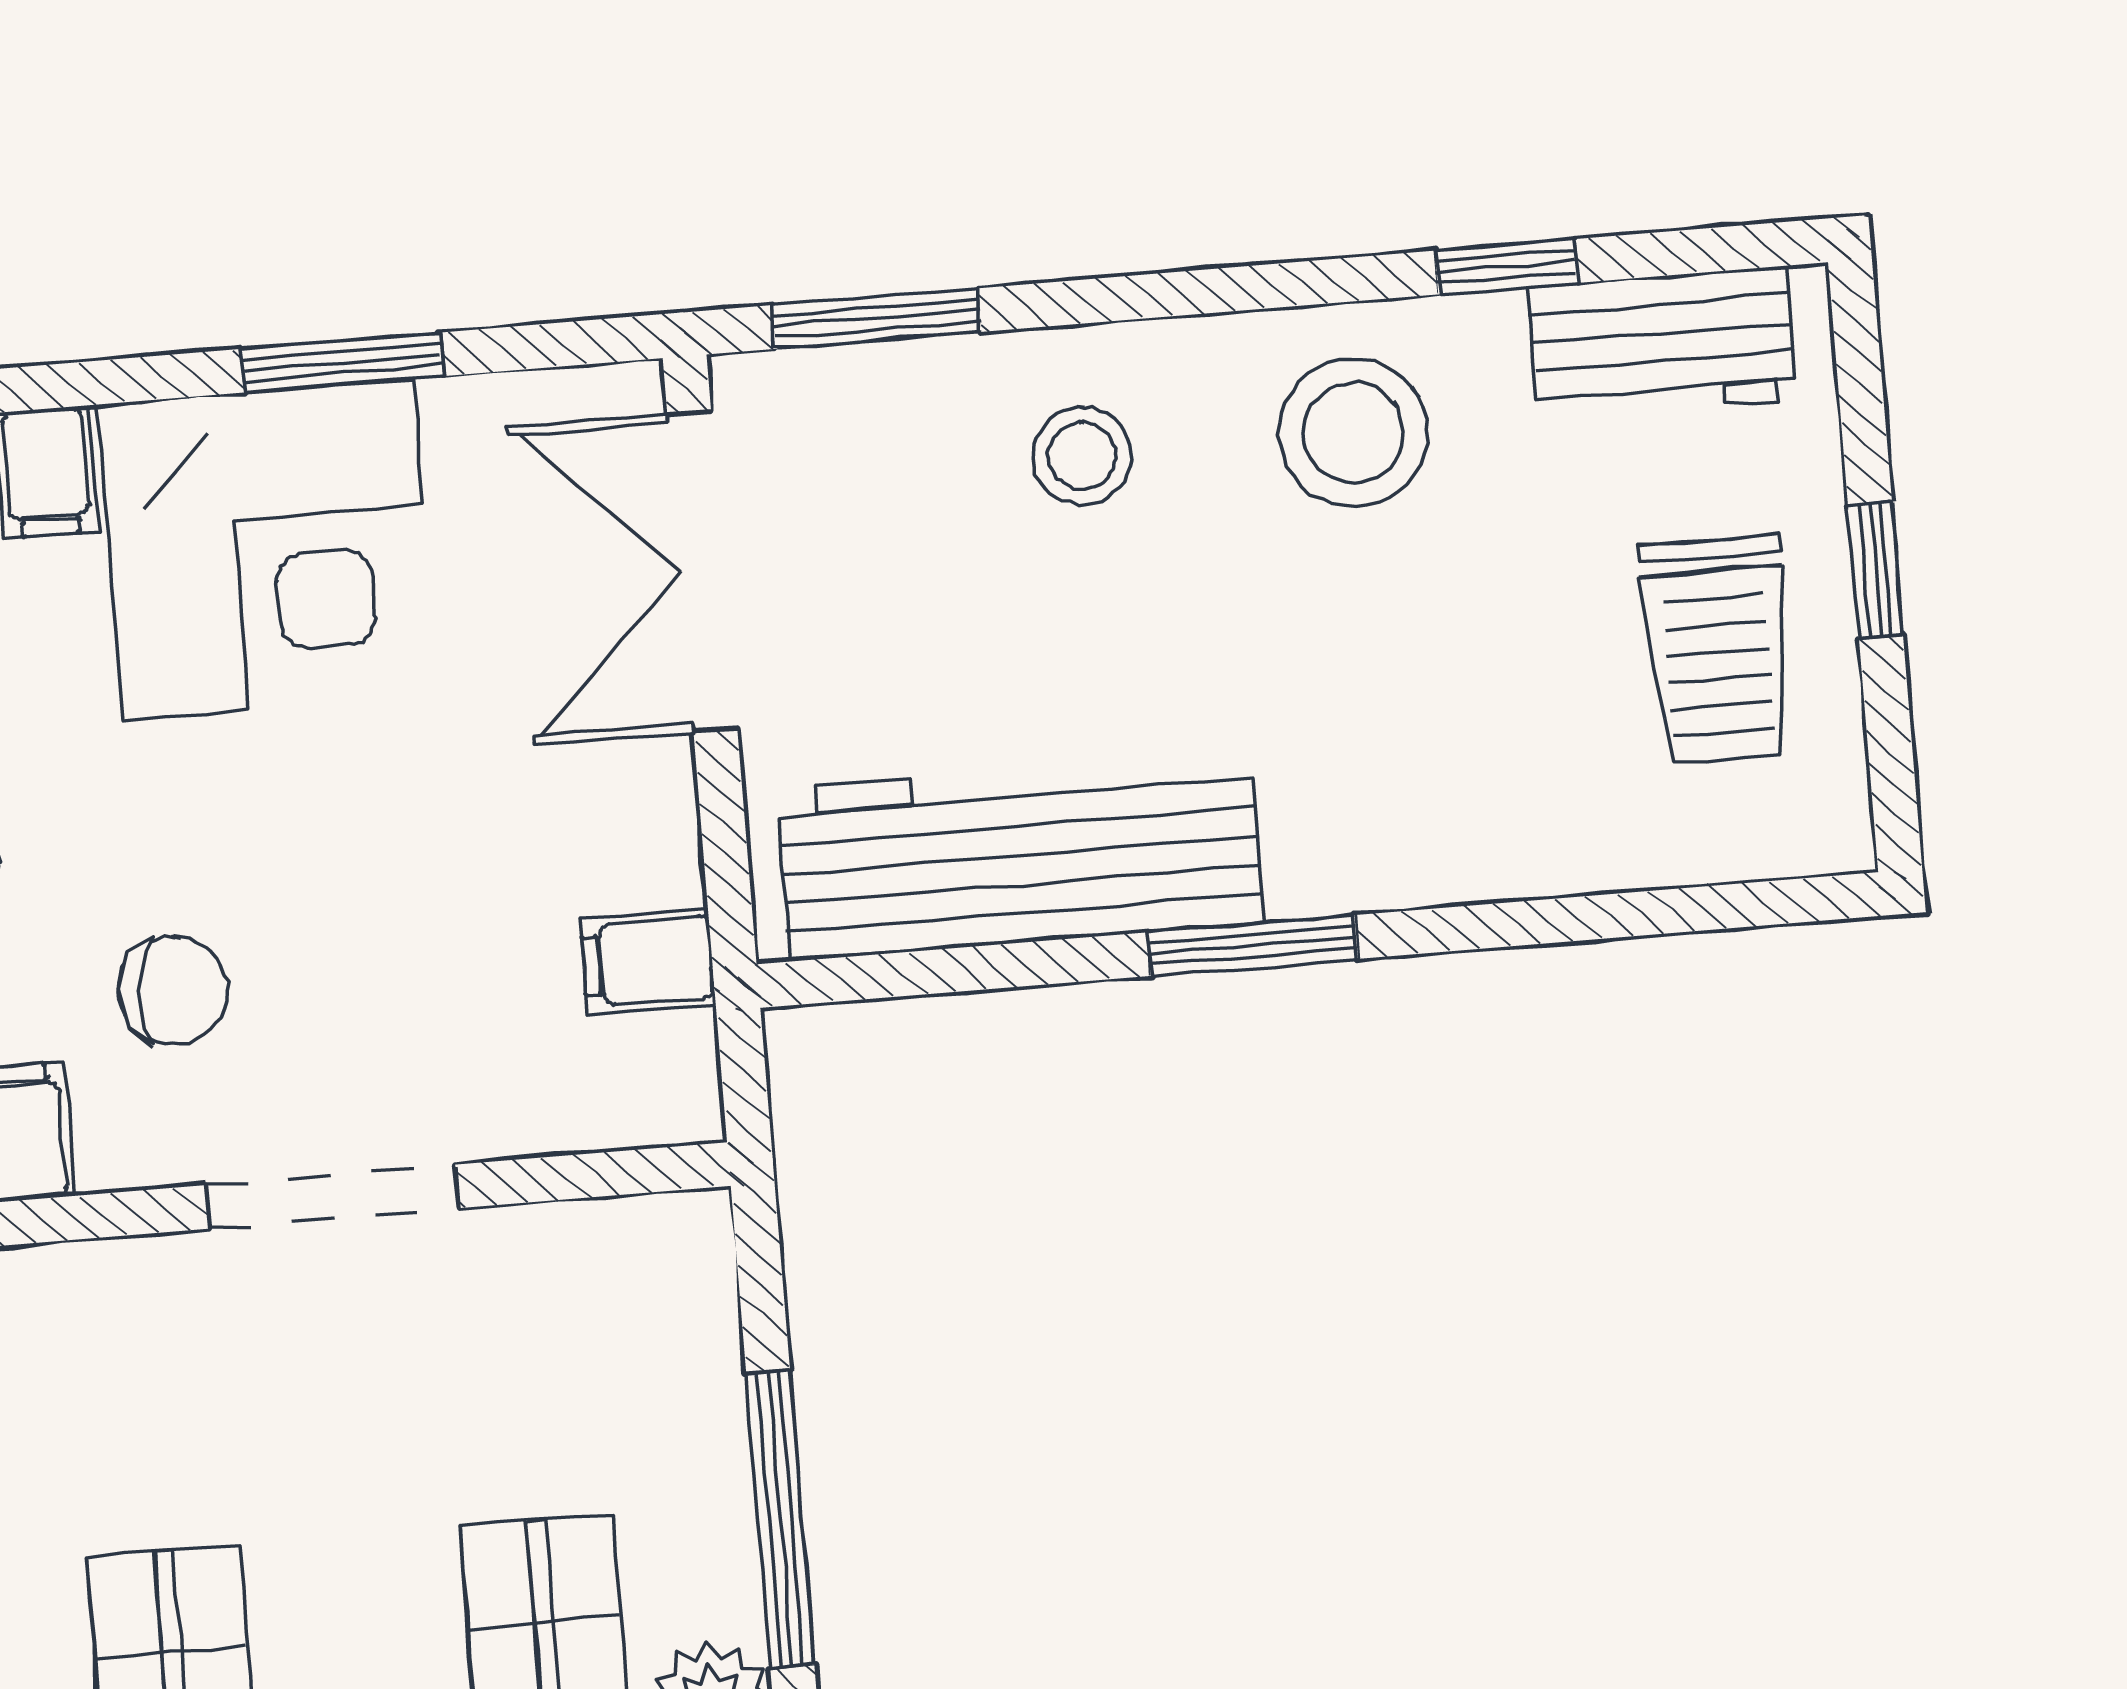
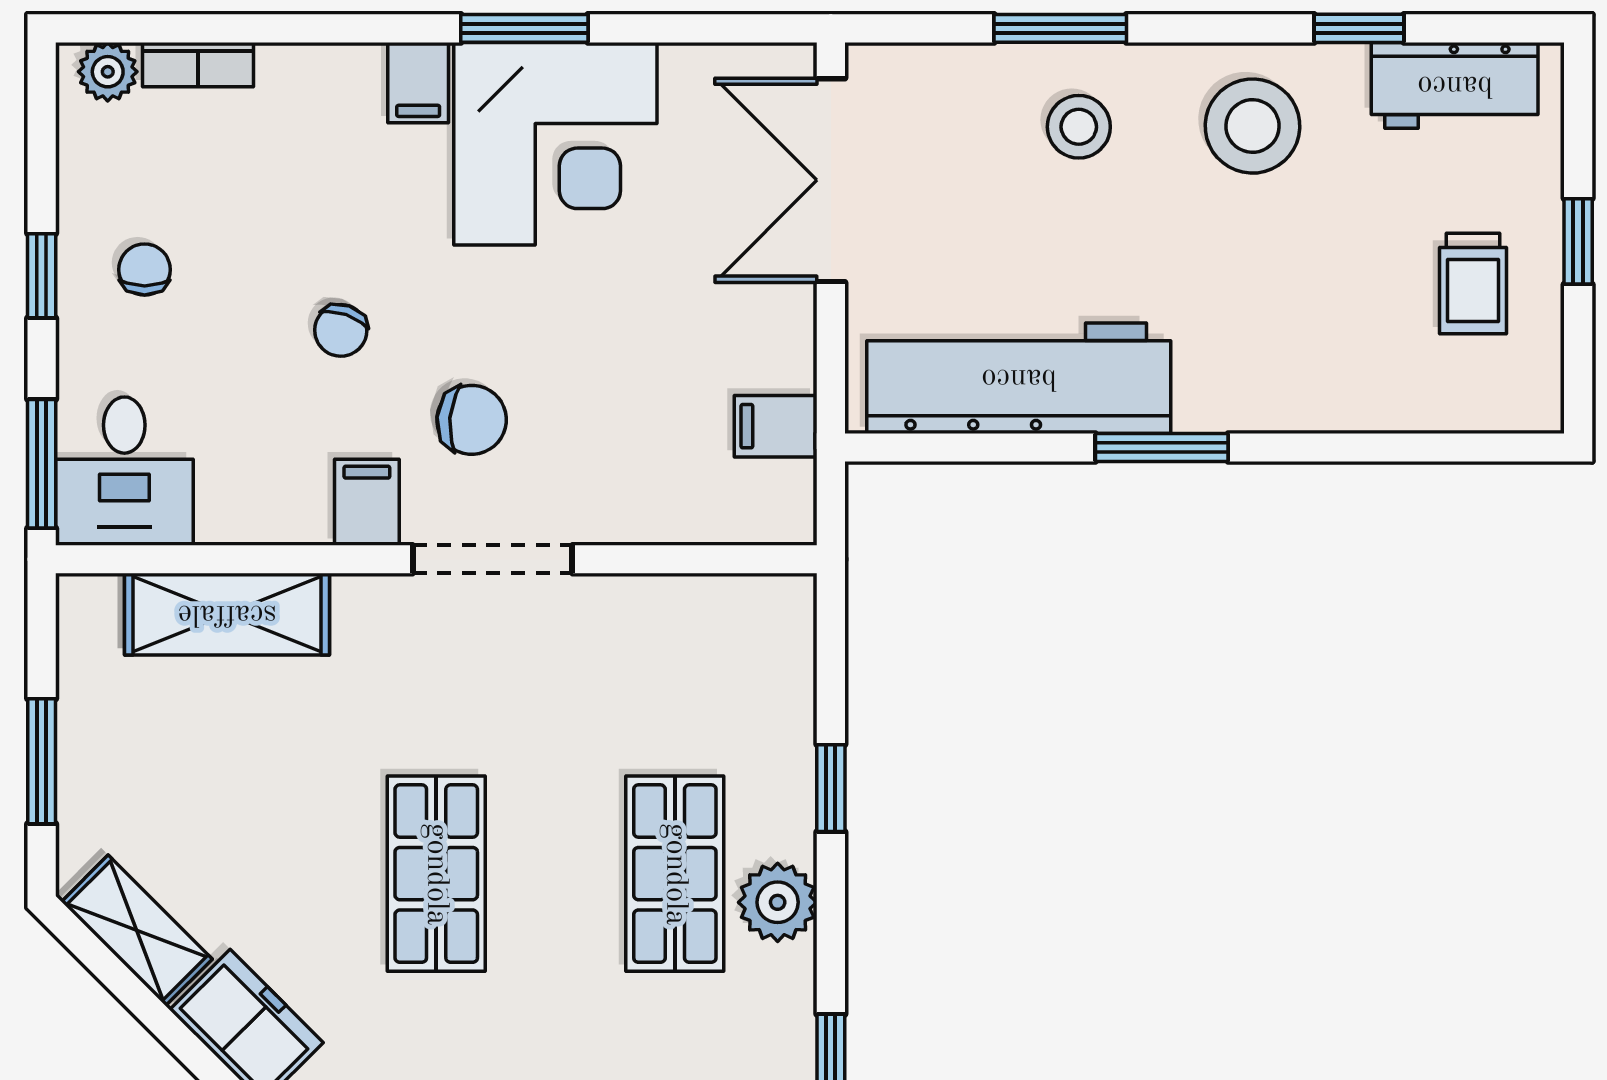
window: (876, 319) -> (1060, 28), moved
window: (342, 362) -> (524, 28), moved
trolley: (1717, 650) -> (1473, 284), width x0.73, depth x0.72
doorway: (332, 1197) -> (493, 559), moved
window: (780, 1519) -> (831, 788), width x0.46

